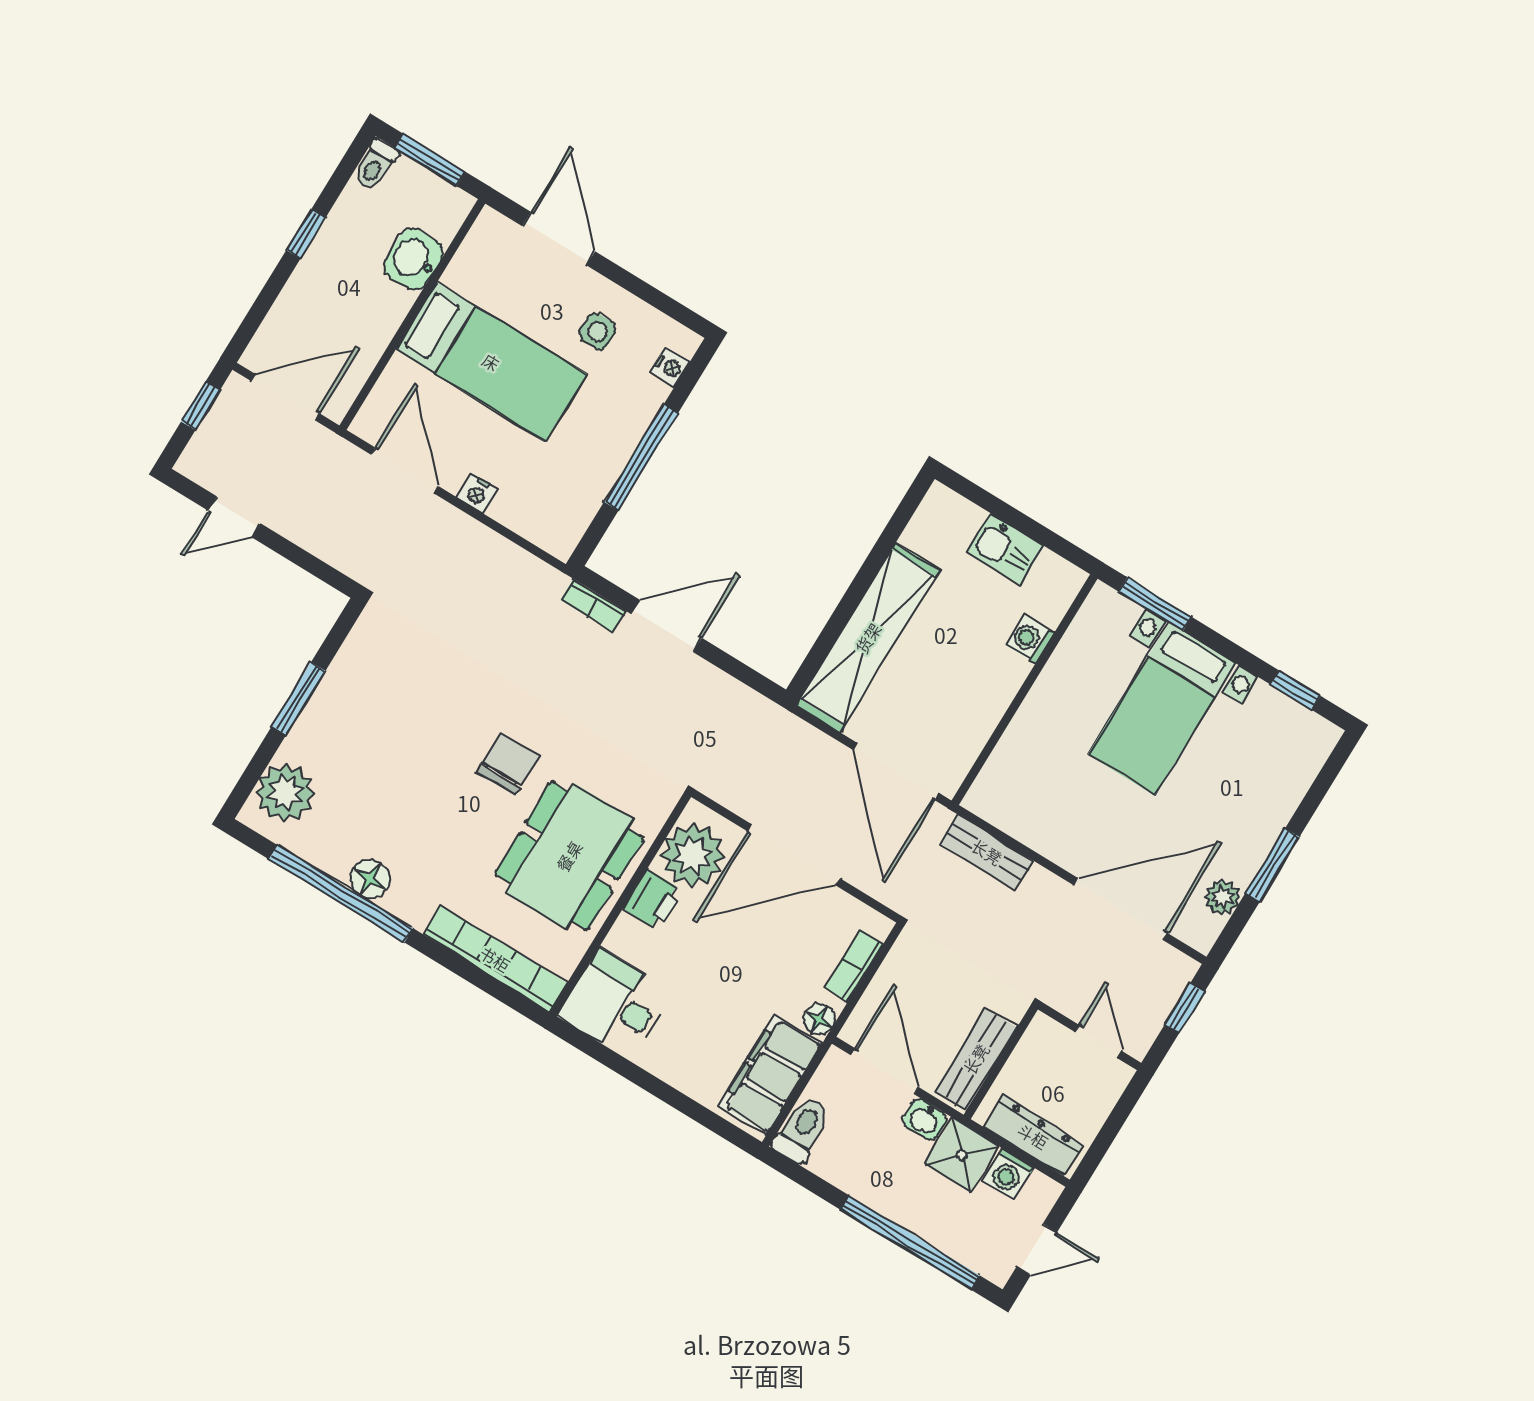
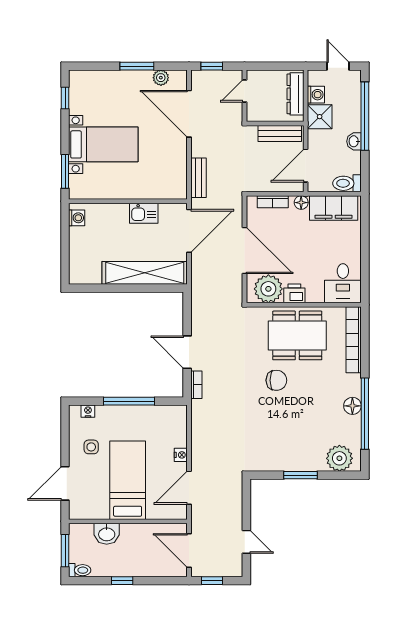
kitchen sink: (1005, 549) -> (144, 213), moved, turned 90
washing machine: (1030, 639) -> (77, 218), moved, turned -90
chair: (508, 764) -> (276, 380), turned 180
washbasin: (925, 1119) -> (354, 141), moved, turned 180

